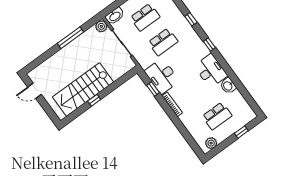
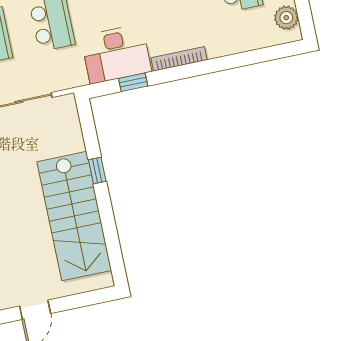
window: (94, 100) -> (97, 171), moved

